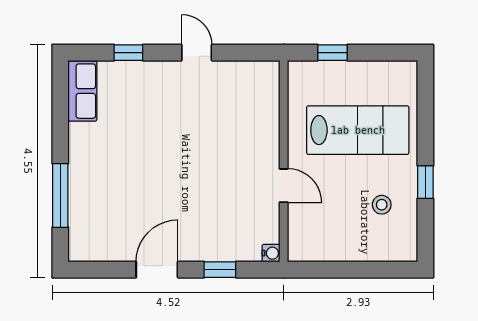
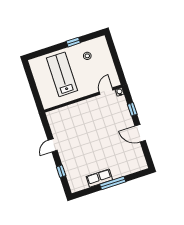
window: (332, 53) -> (36, 94), removed
row of seats: (82, 91) -> (99, 178), moved
door: (284, 186) -> (106, 91), moved
window: (60, 195) -> (113, 183), moved

